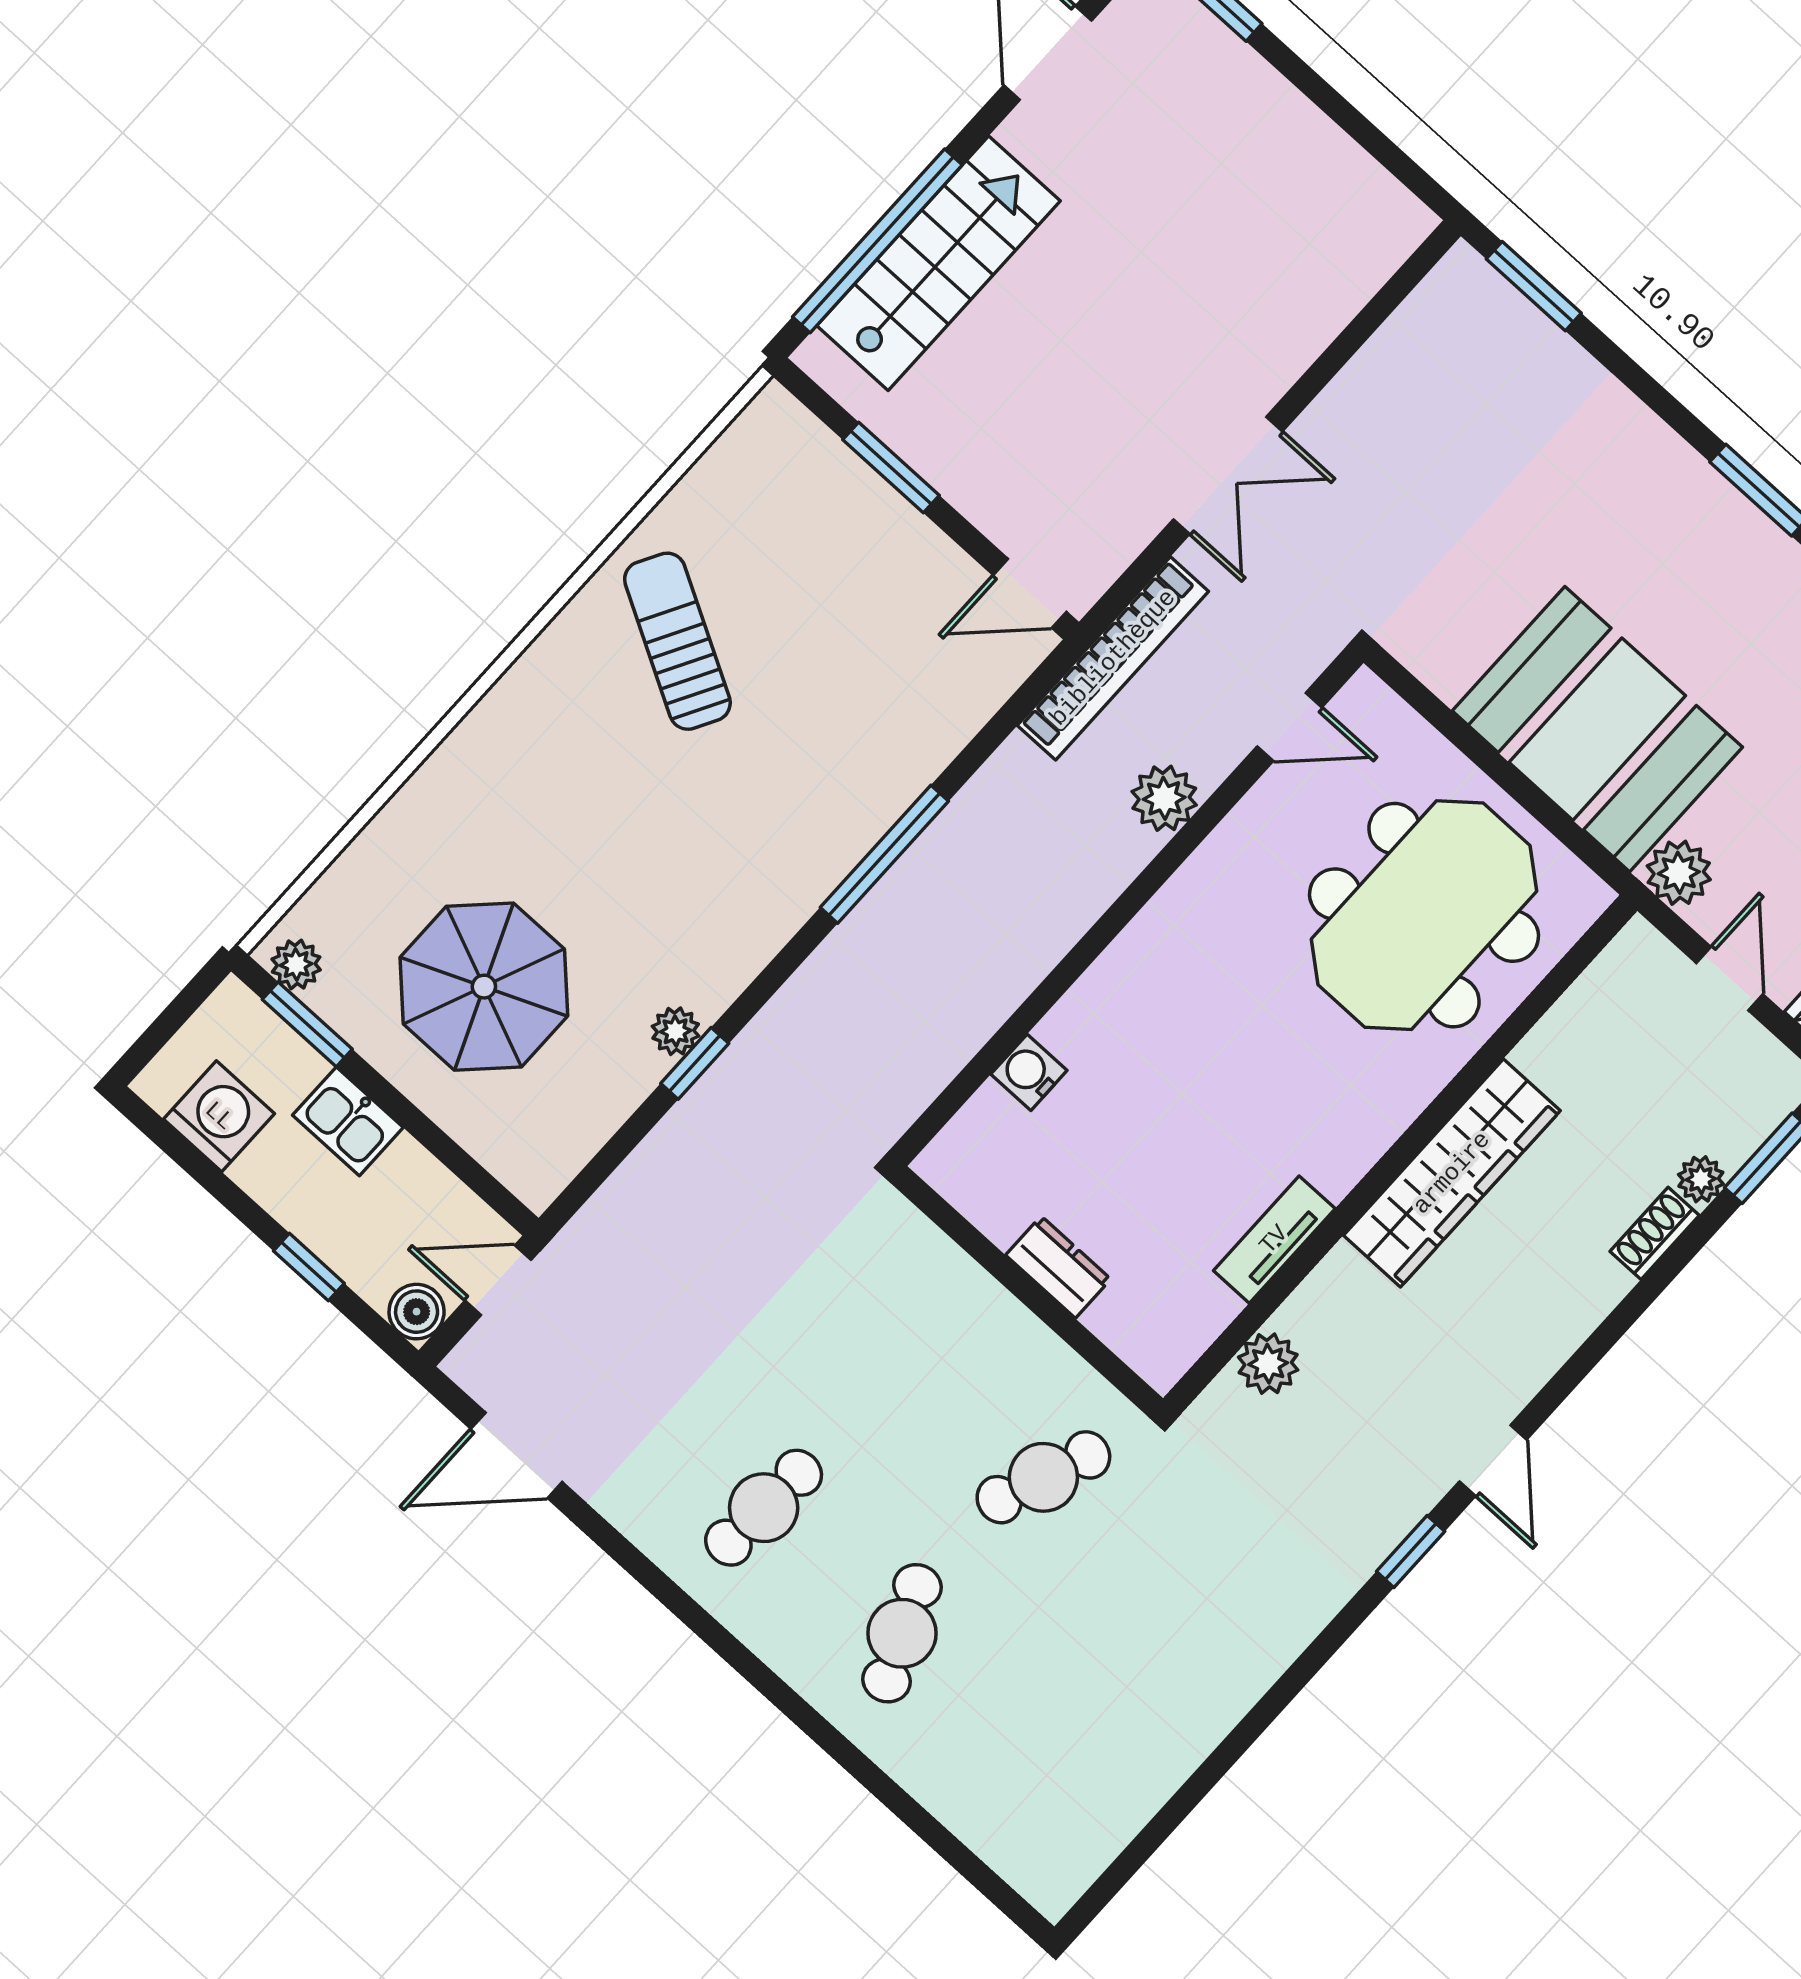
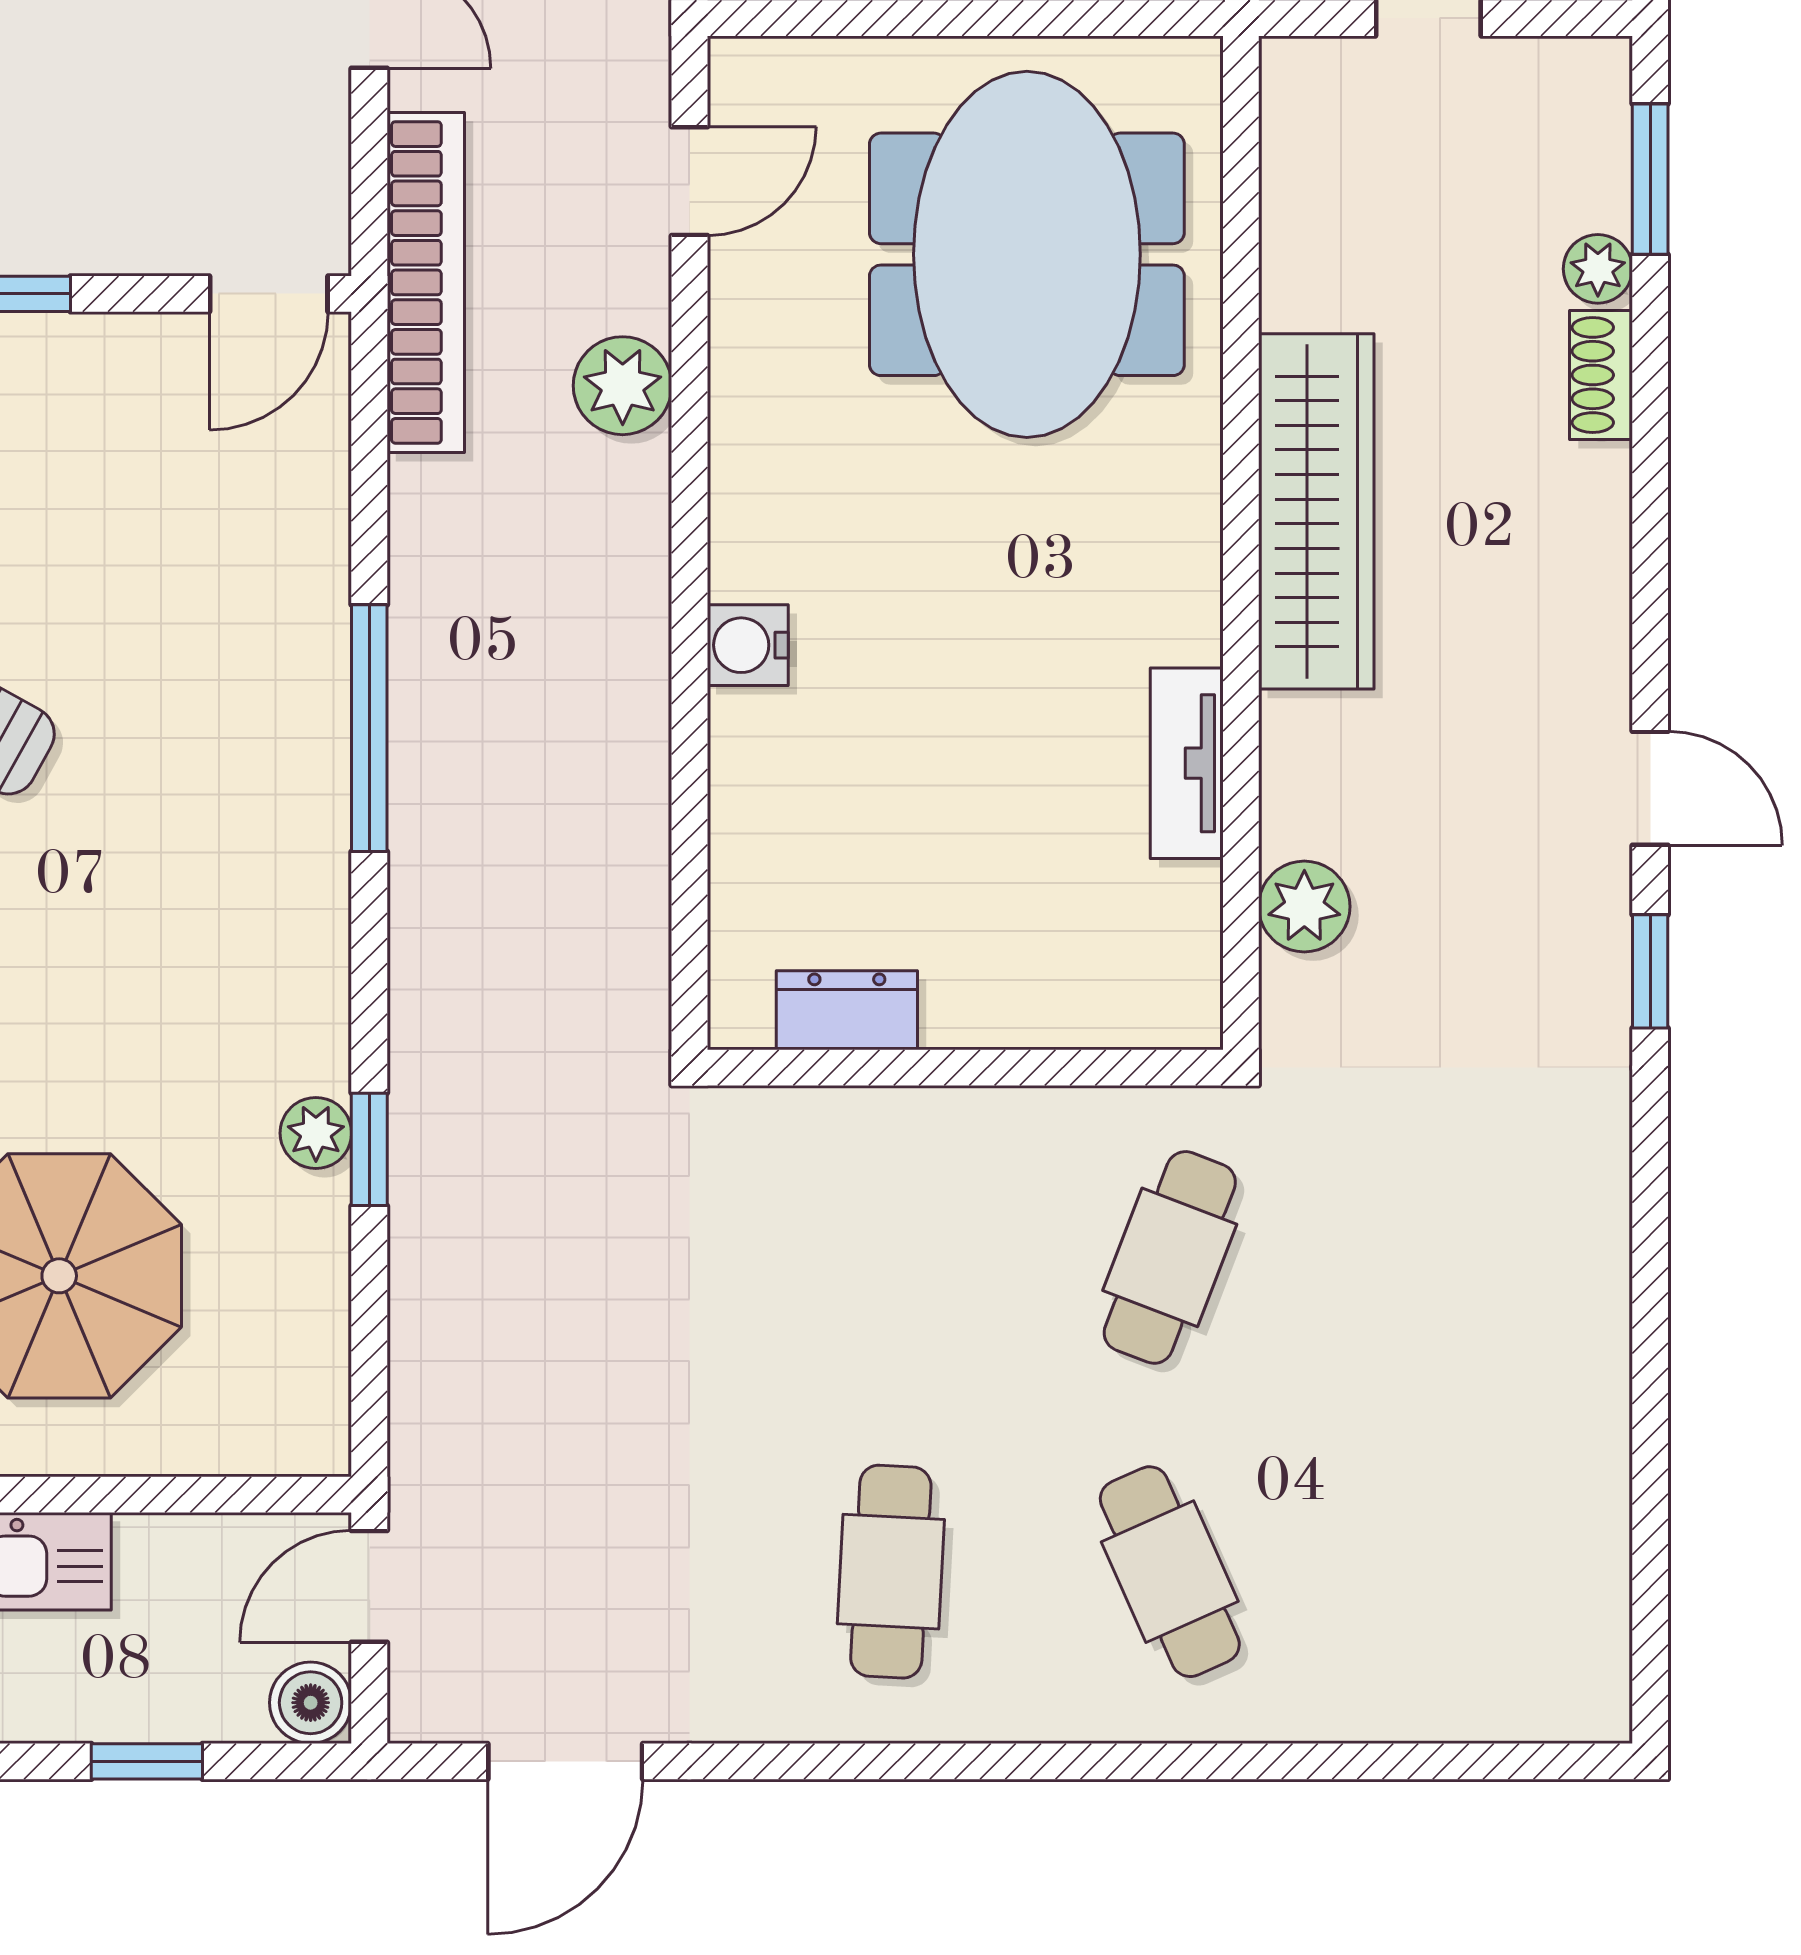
water cooler: (1029, 1072) -> (748, 645), moved
dresser: (1058, 1267) -> (847, 1010), moved

